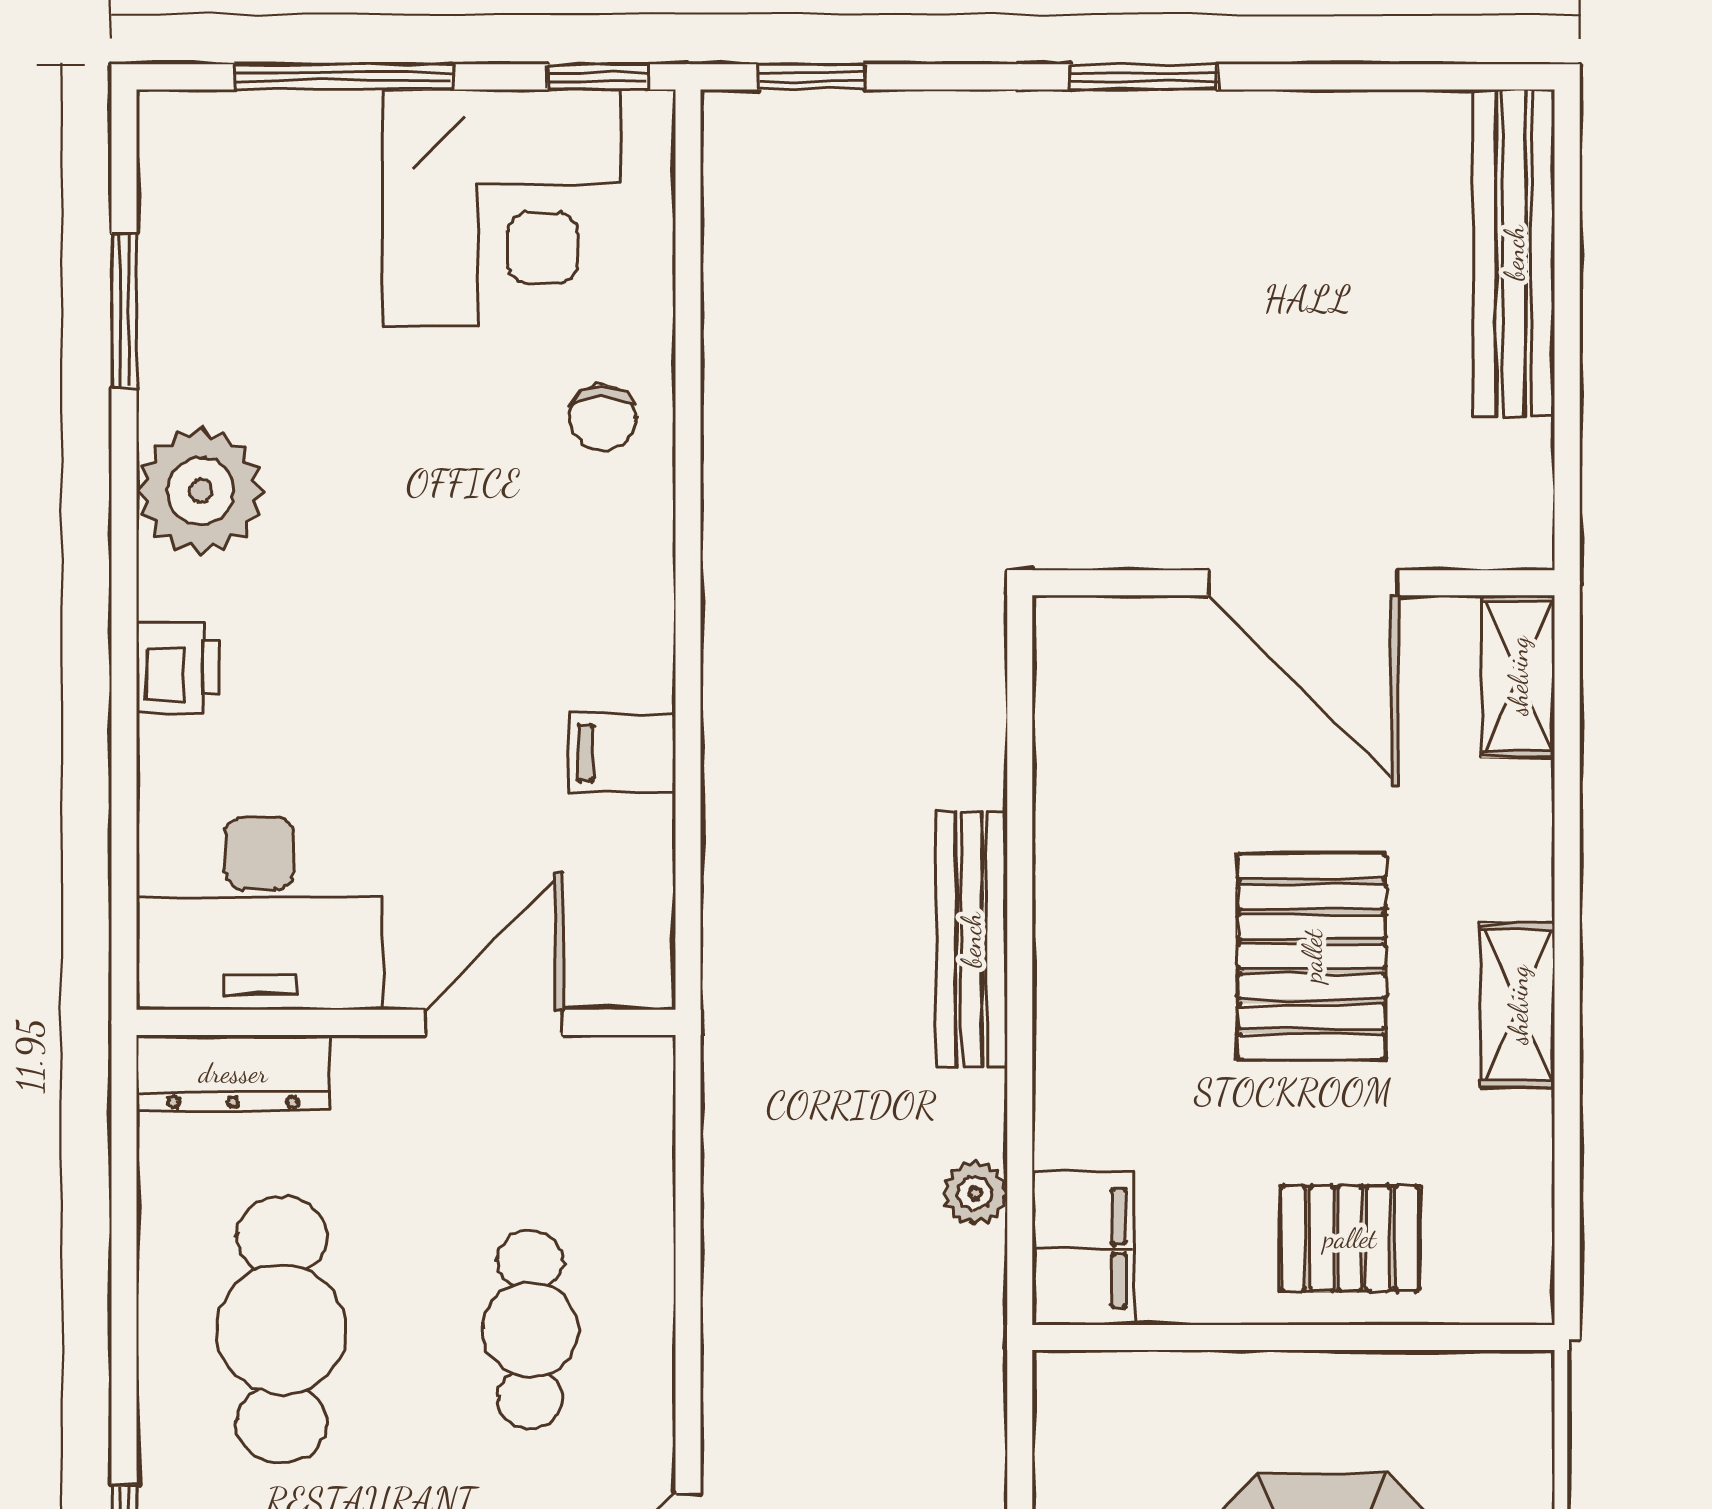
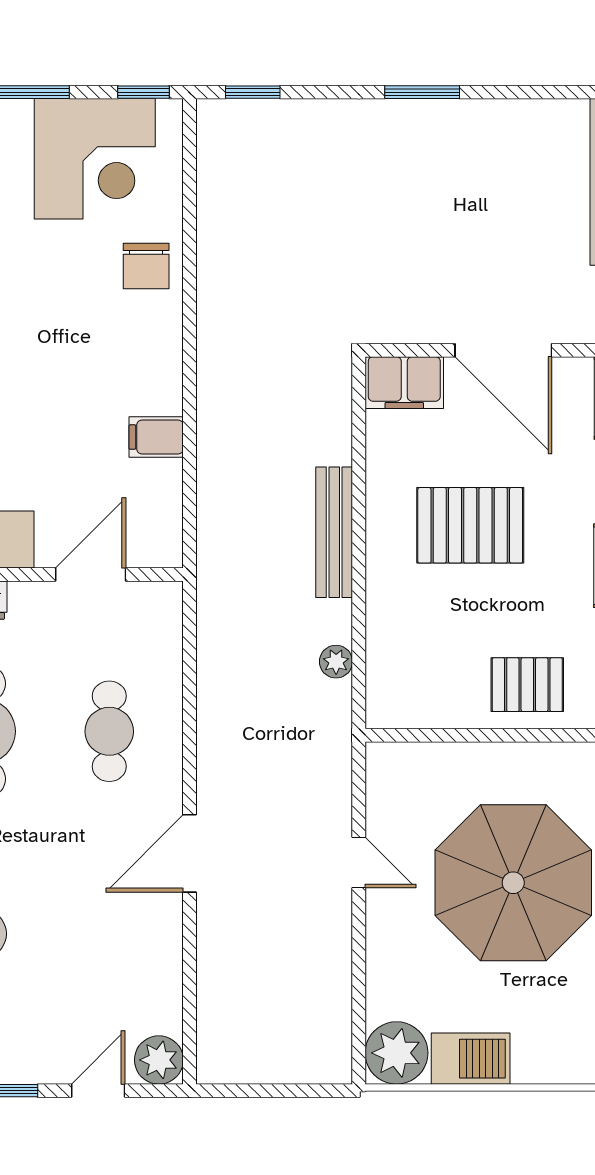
chair: (603, 418) -> (146, 266), width x1.37, depth x1.37
pallet: (1312, 956) -> (470, 525), moved, turned 90
filing cabinet: (1083, 1249) -> (404, 383), moved, turned 90

